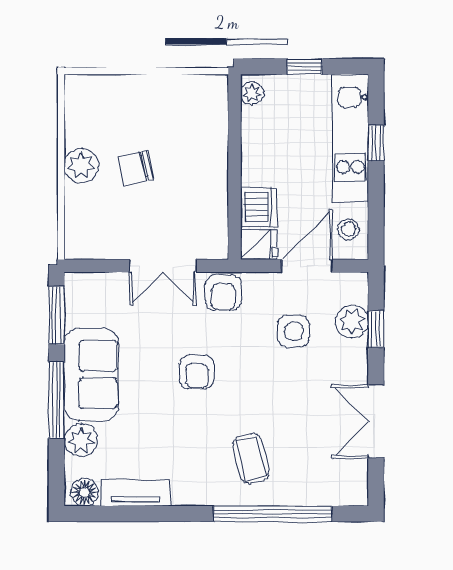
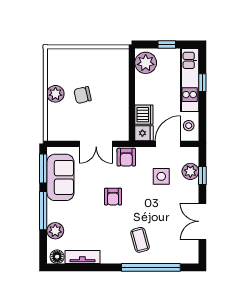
plant: (252, 93) -> (146, 63), width x1.88, depth x1.88
sofa: (91, 374) -> (60, 177), moved

